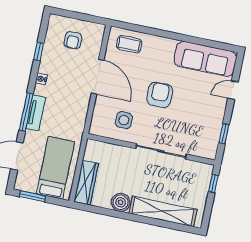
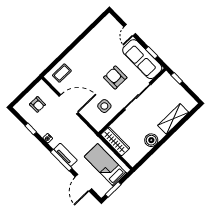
sofa: (205, 59) -> (142, 59), moved, turned 90
armchair: (160, 95) -> (115, 77), moved
wardrobe: (86, 183) -> (115, 141), moved
shelving: (163, 211) -> (173, 119), width x0.68

